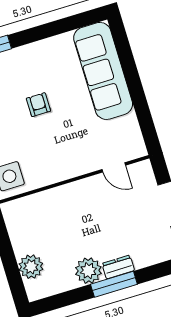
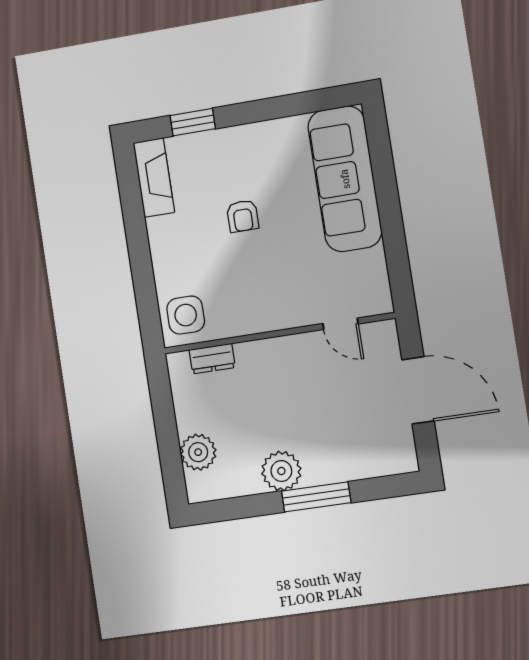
armchair: (38, 105) -> (243, 216), turned 180
dresser: (118, 267) -> (212, 359), moved, turned 180

